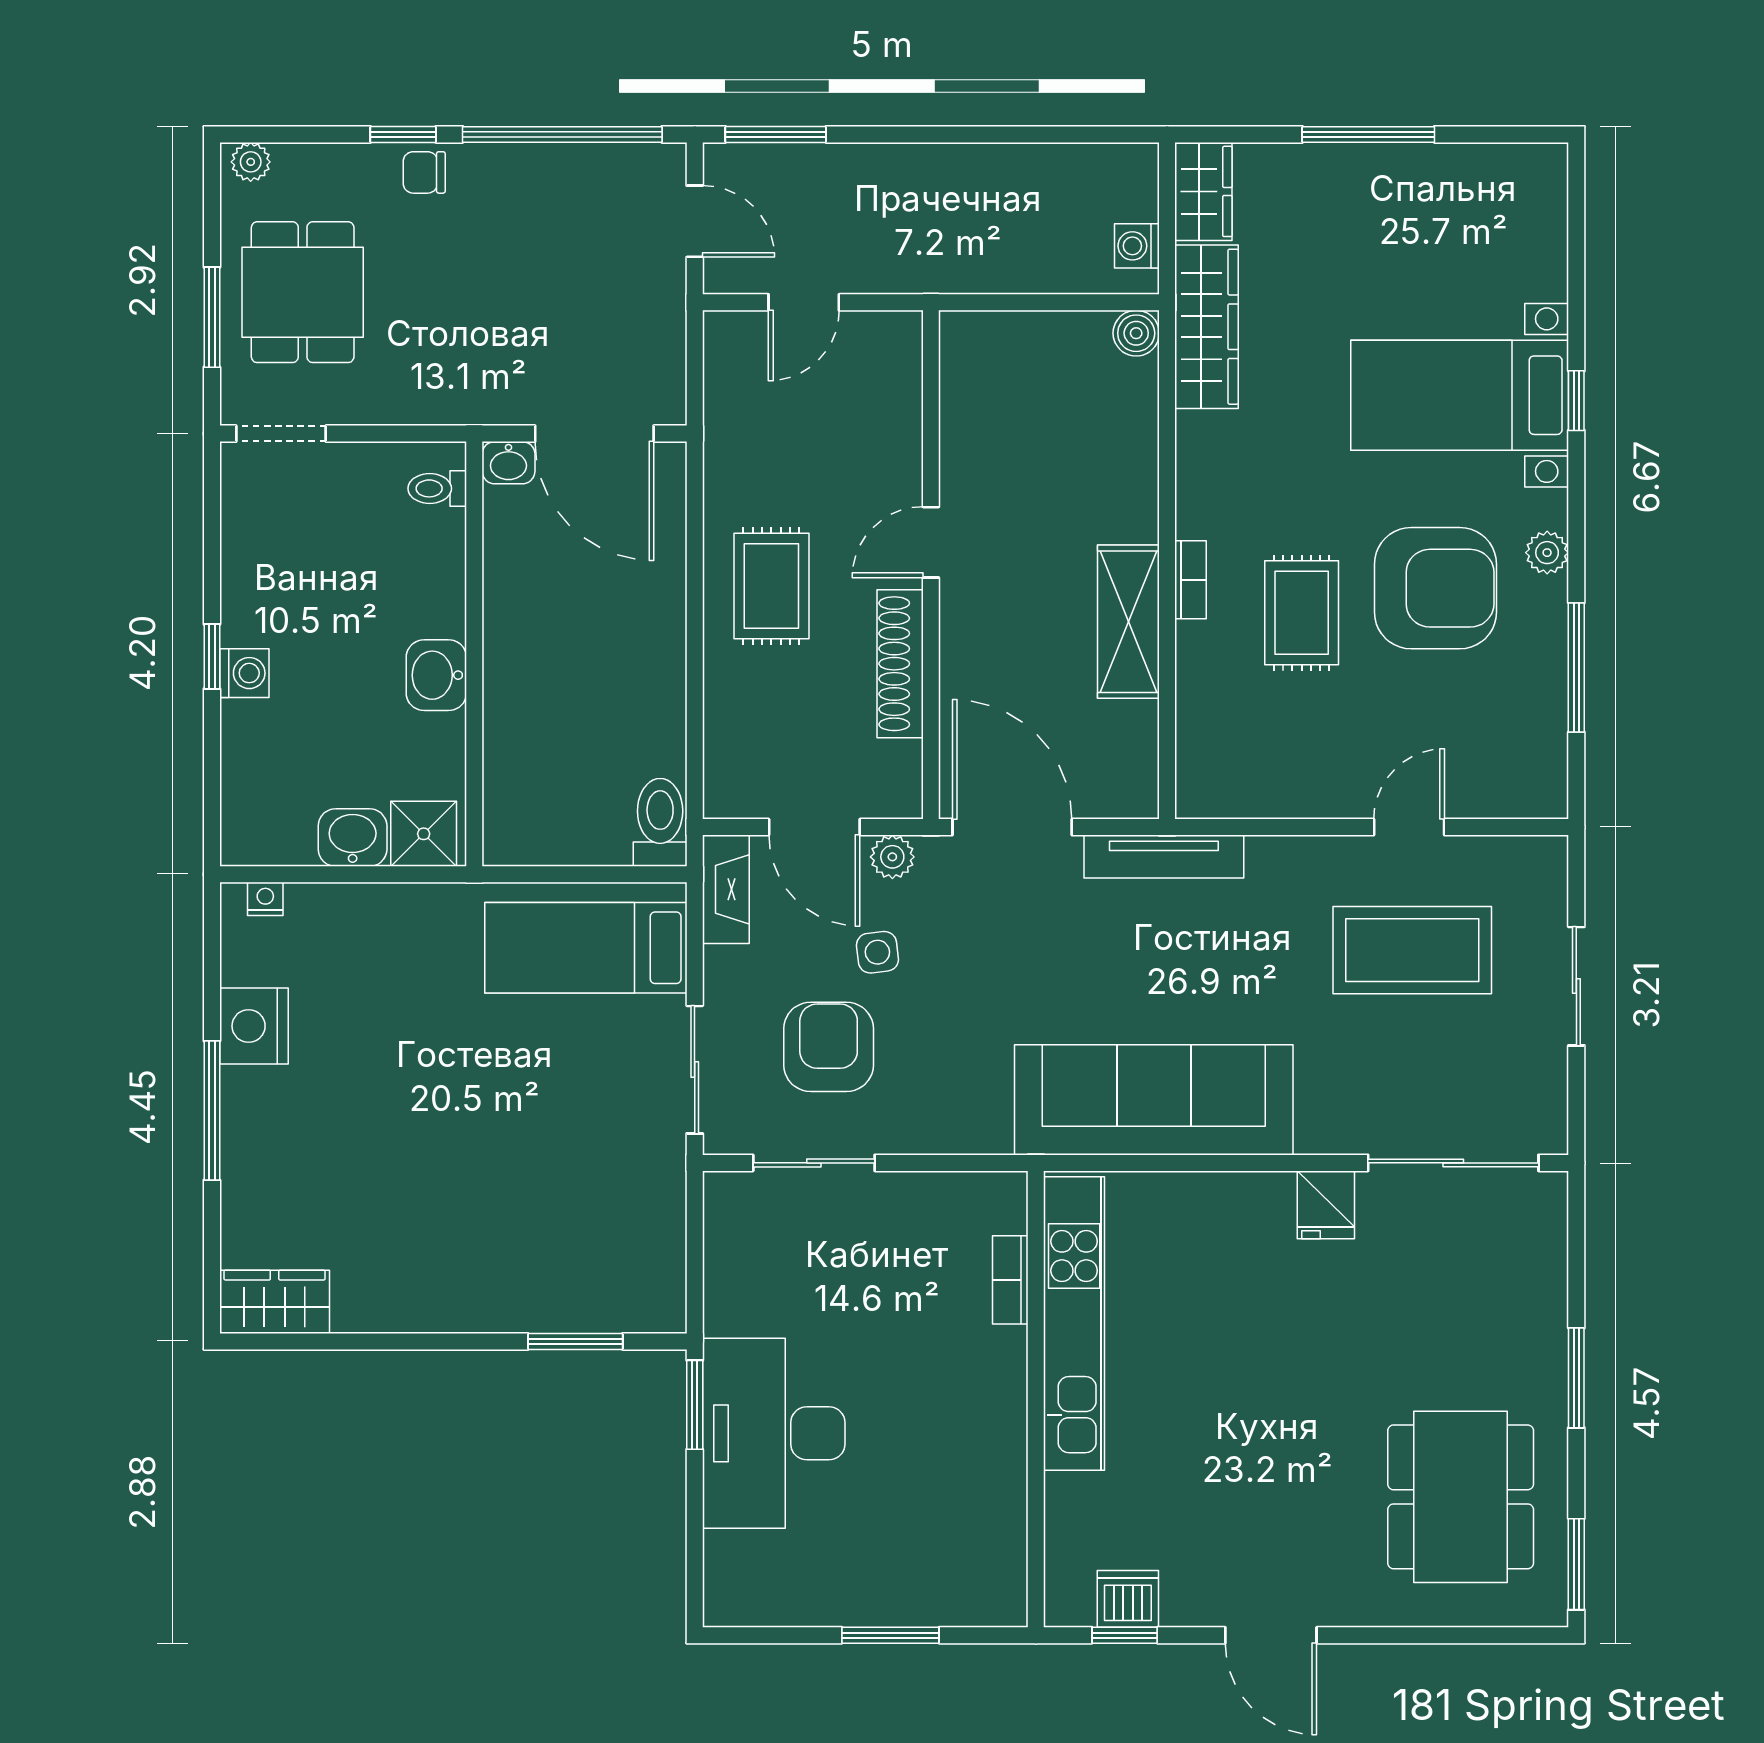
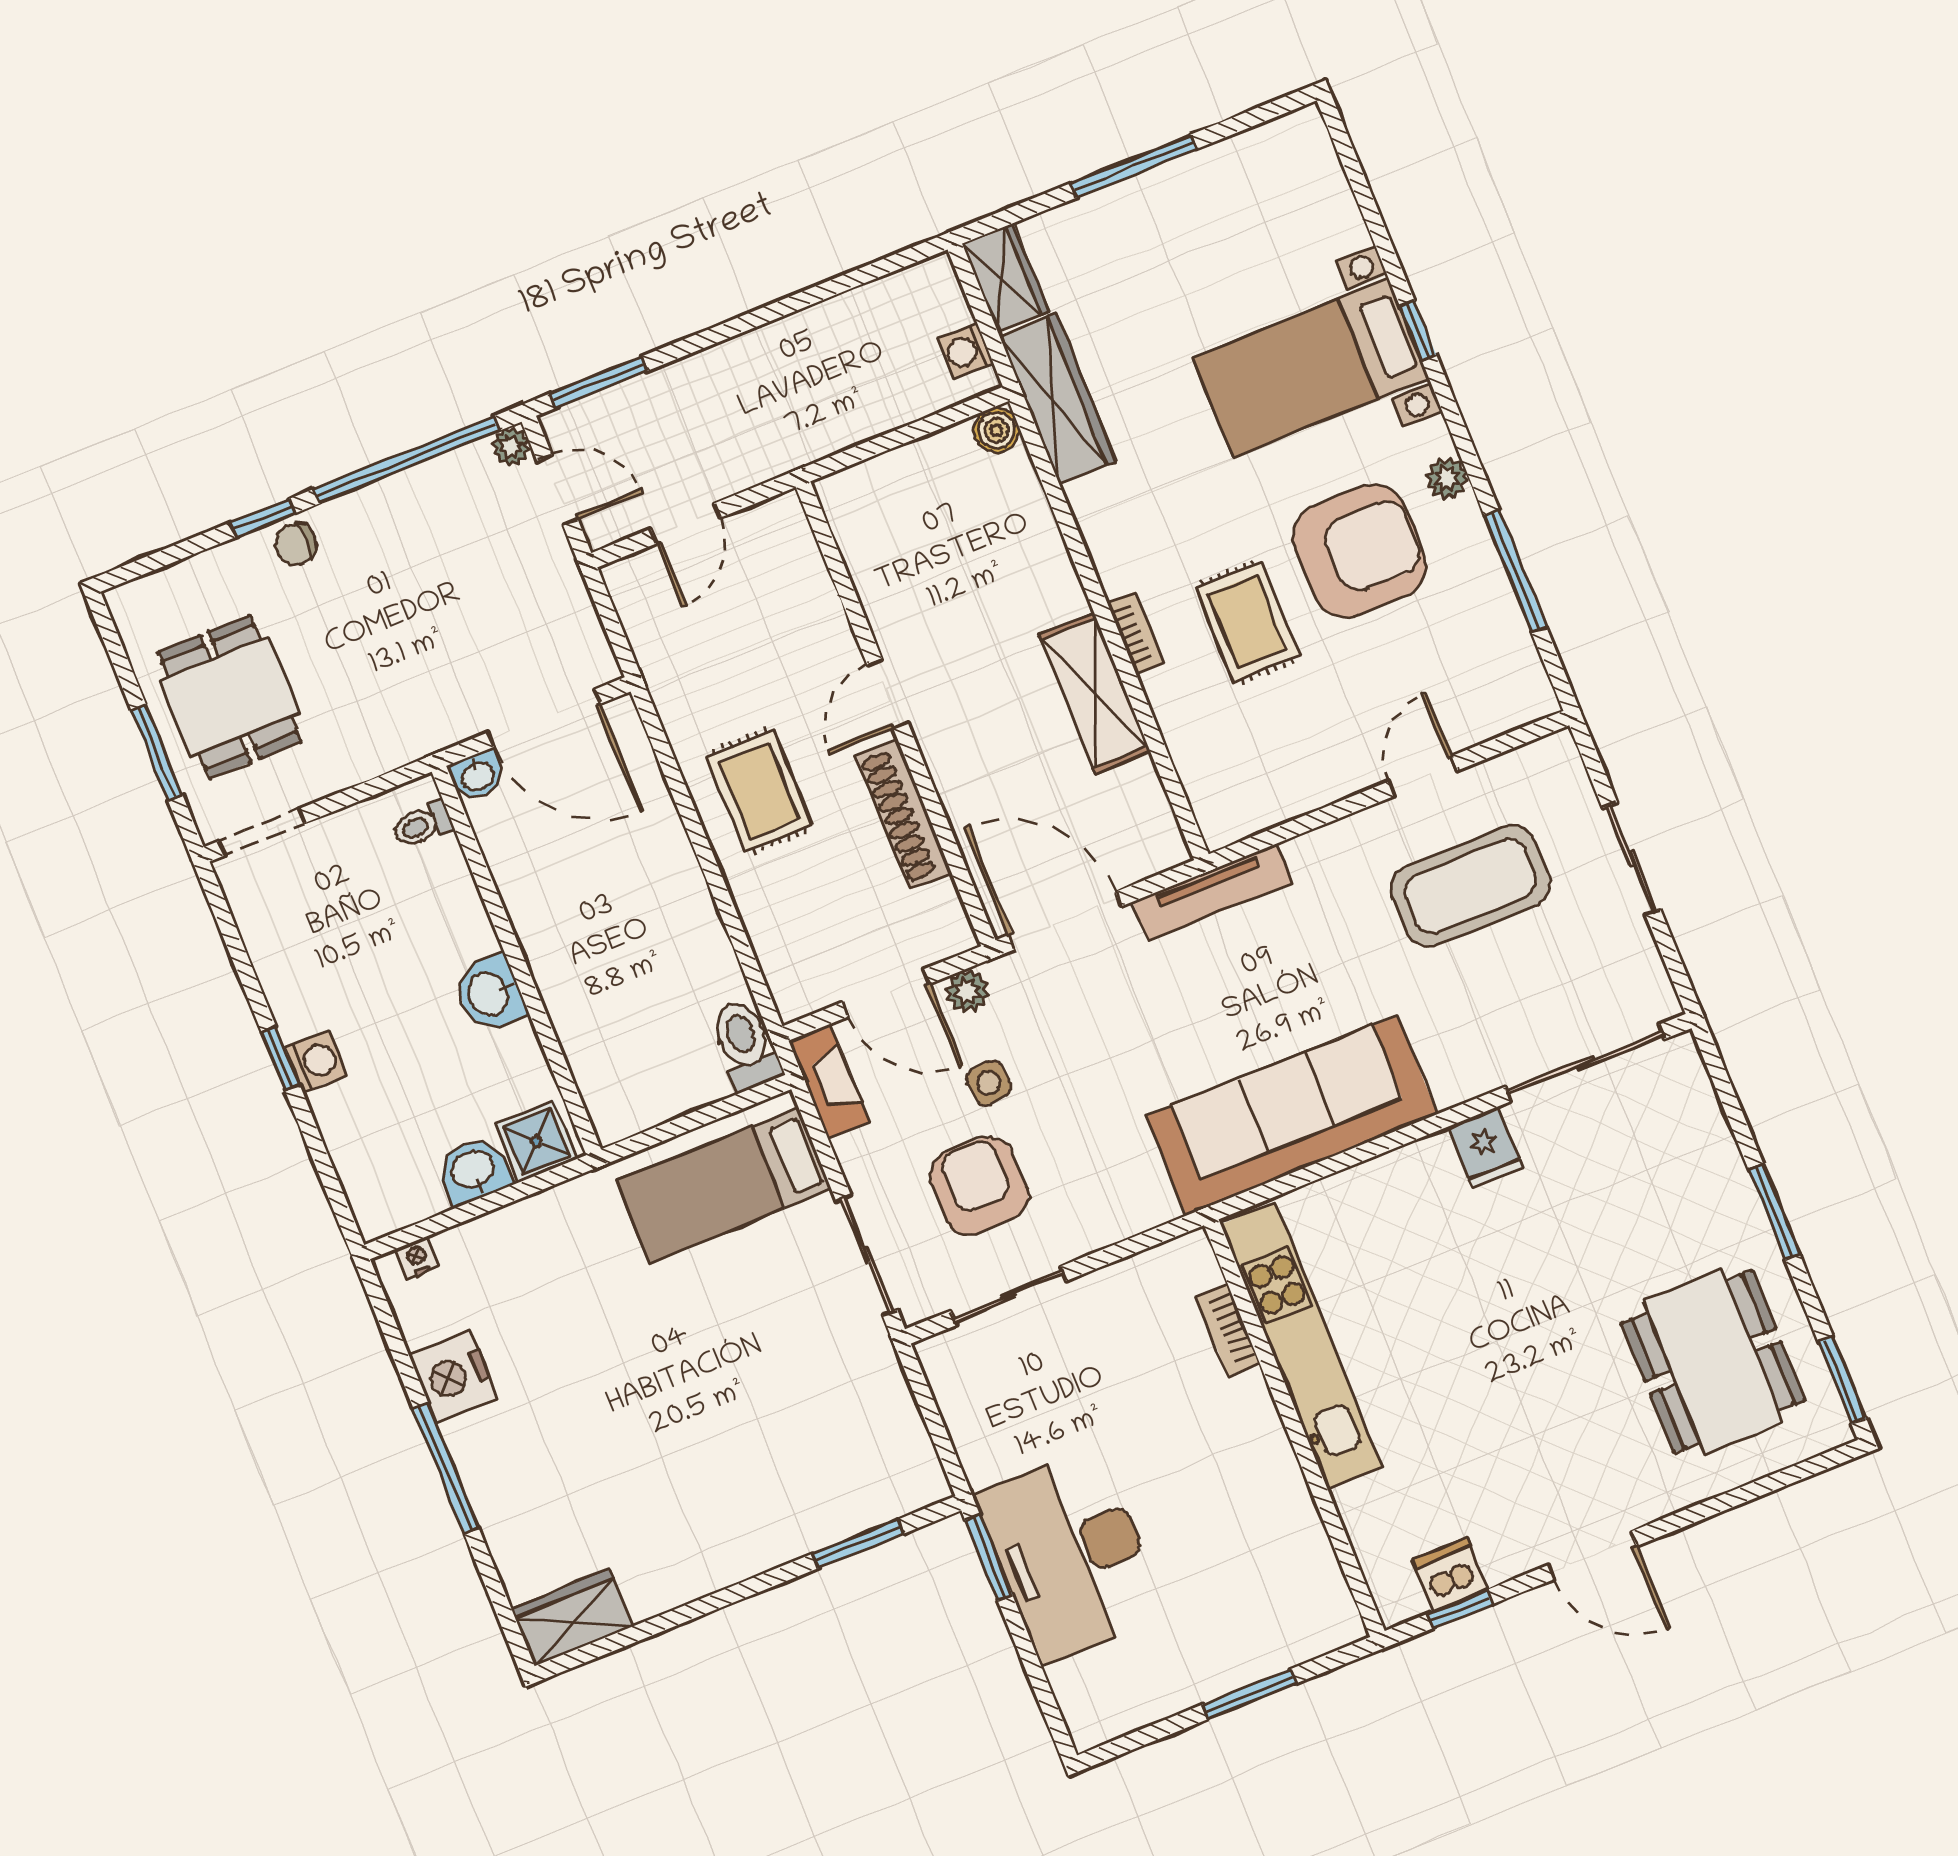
plant: (251, 162) -> (511, 446), moved

